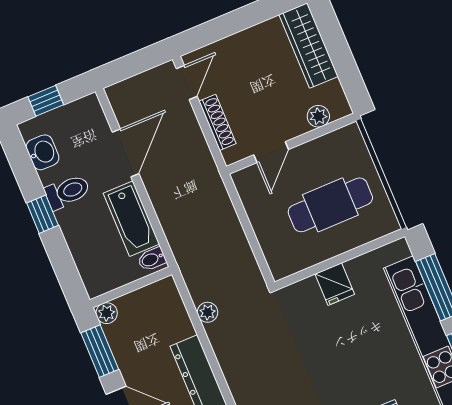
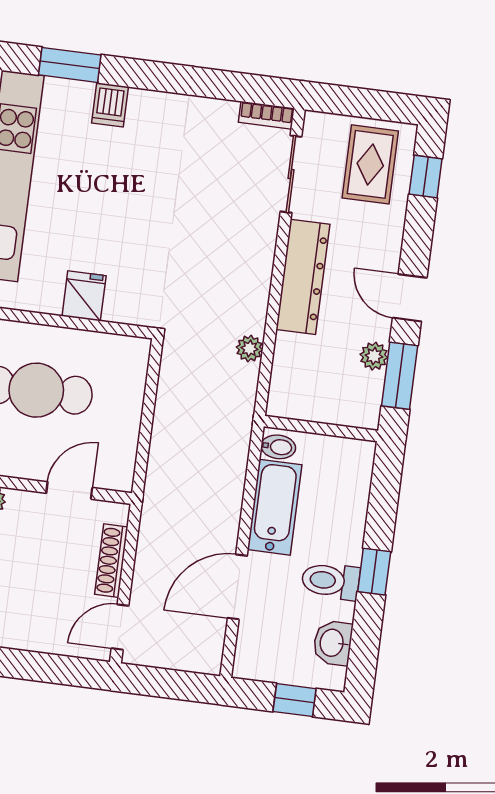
plant: (107, 313) -> (374, 356), moved

